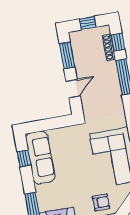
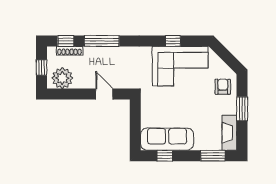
plant: (81, 45) -> (62, 78), added
window: (67, 56) -> (70, 94), removed

